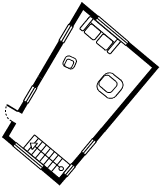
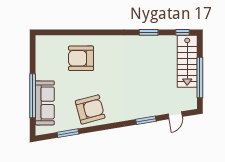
armchair: (70, 62) -> (90, 109), width x1.88, depth x1.88
armchair: (110, 86) -> (81, 58), turned 90

